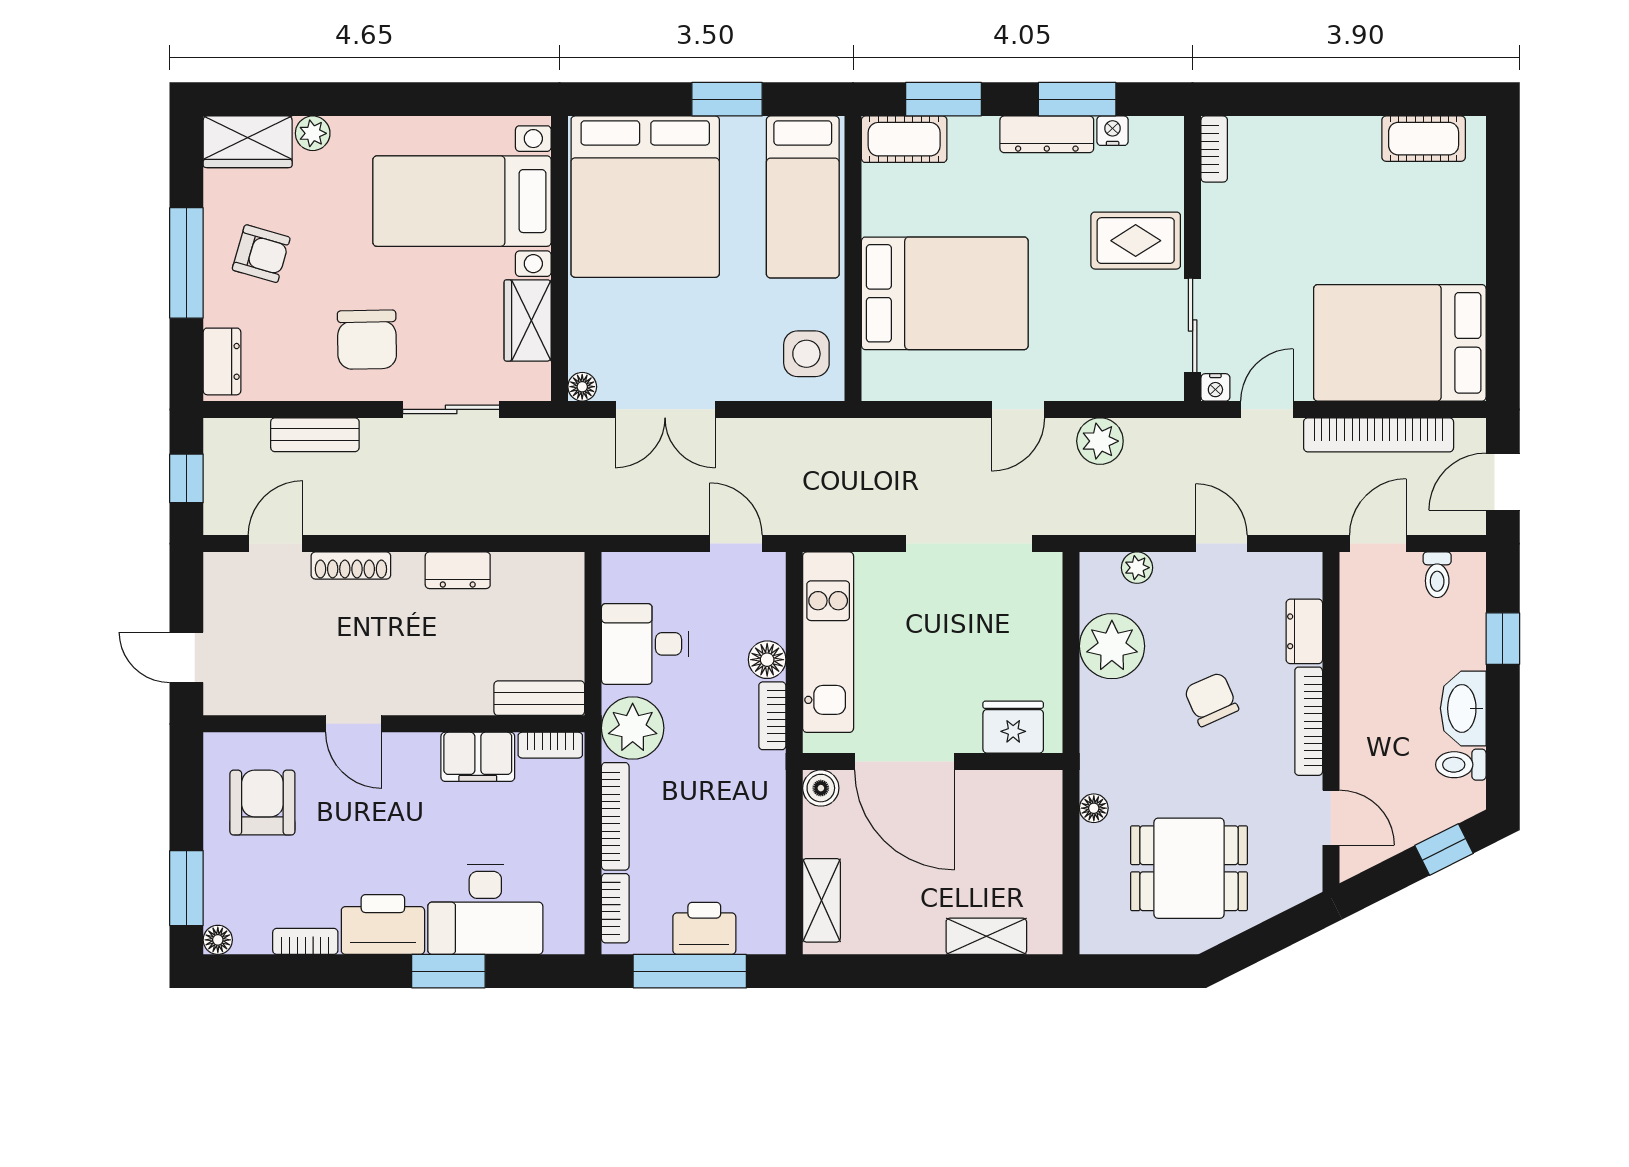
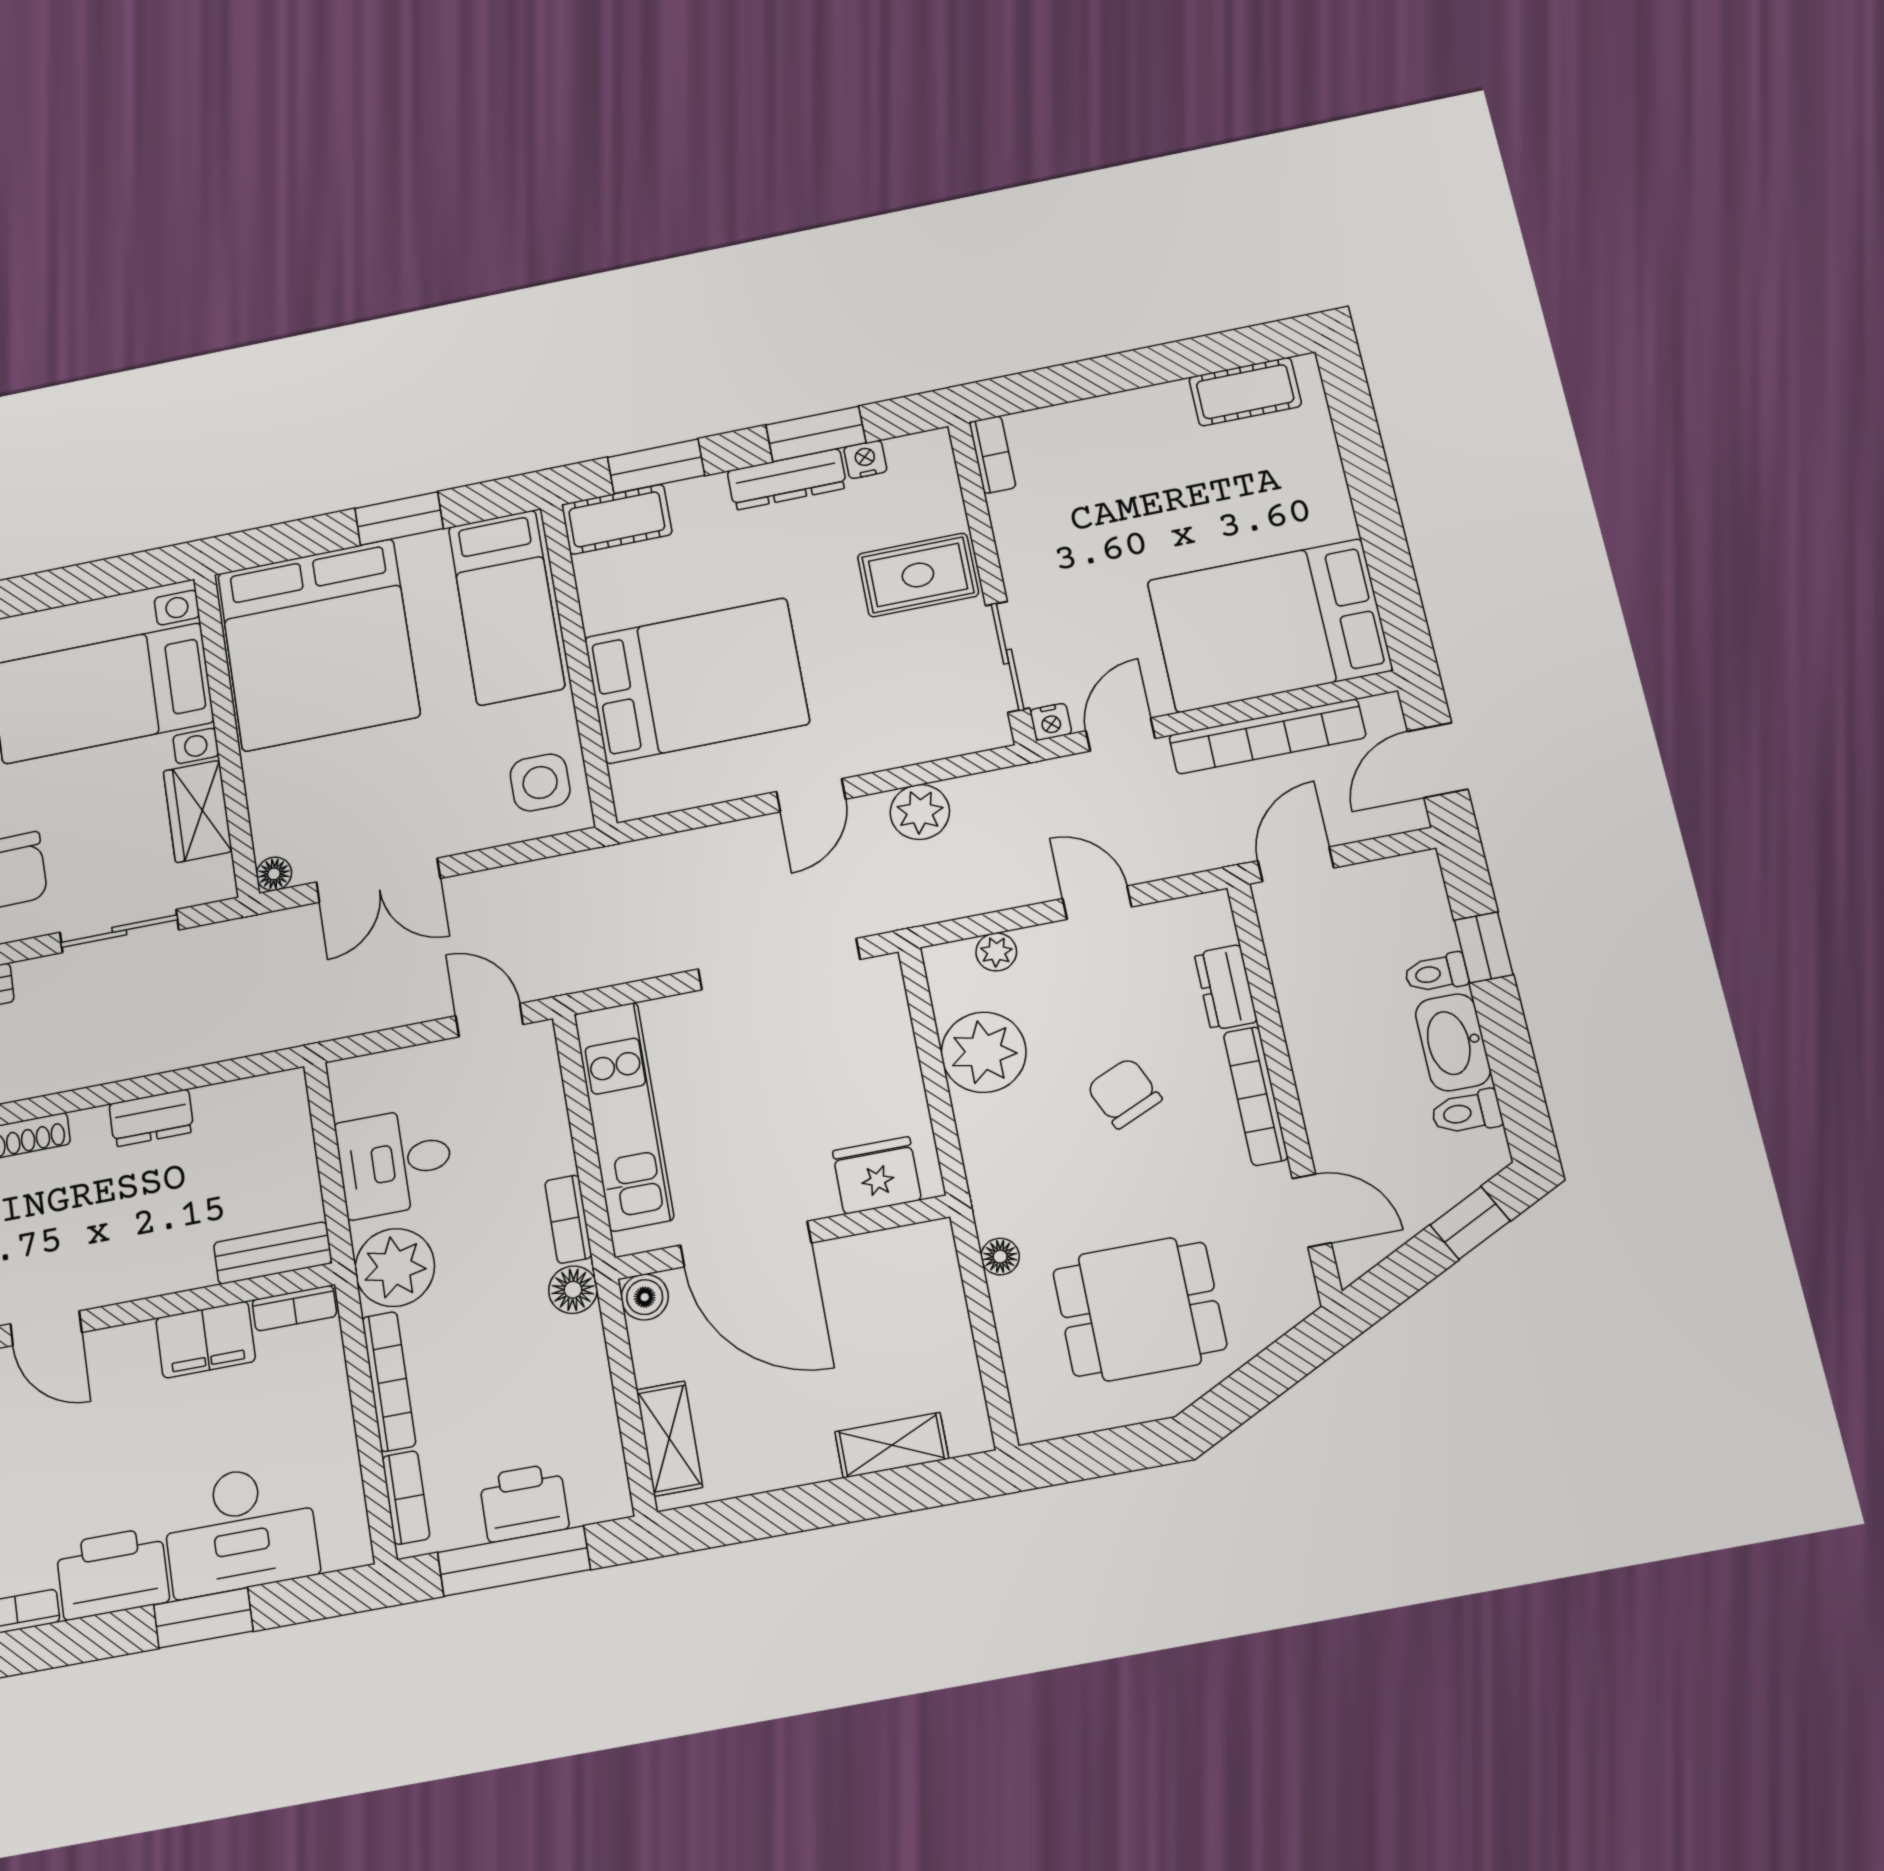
toilet: (1437, 575) -> (1436, 973), moved, turned 90
floor lamp: (767, 660) -> (573, 1290), moved

